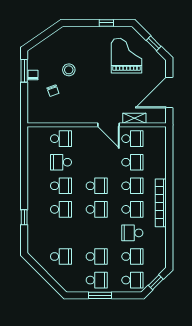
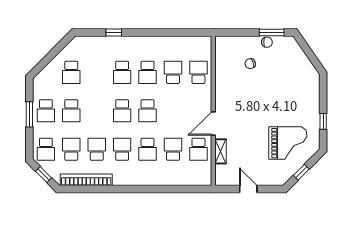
stool: (69, 70) -> (273, 81), removed
door: (169, 93) -> (248, 189), width x0.53
school desk: (61, 139) -> (198, 72), turned 180
school desk: (132, 162) -> (173, 149), turned 180
bookcase: (161, 203) -> (86, 180), moved
school desk: (132, 209) -> (122, 149), turned 180
school desk: (132, 256) -> (71, 149), turned 180

